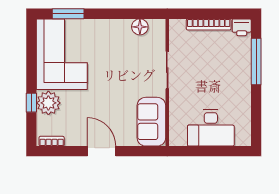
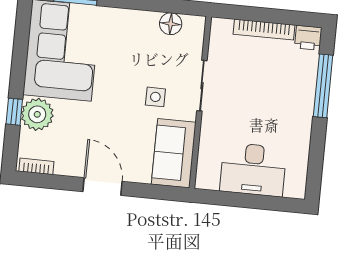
side table: (134, 82) -> (155, 97), added

